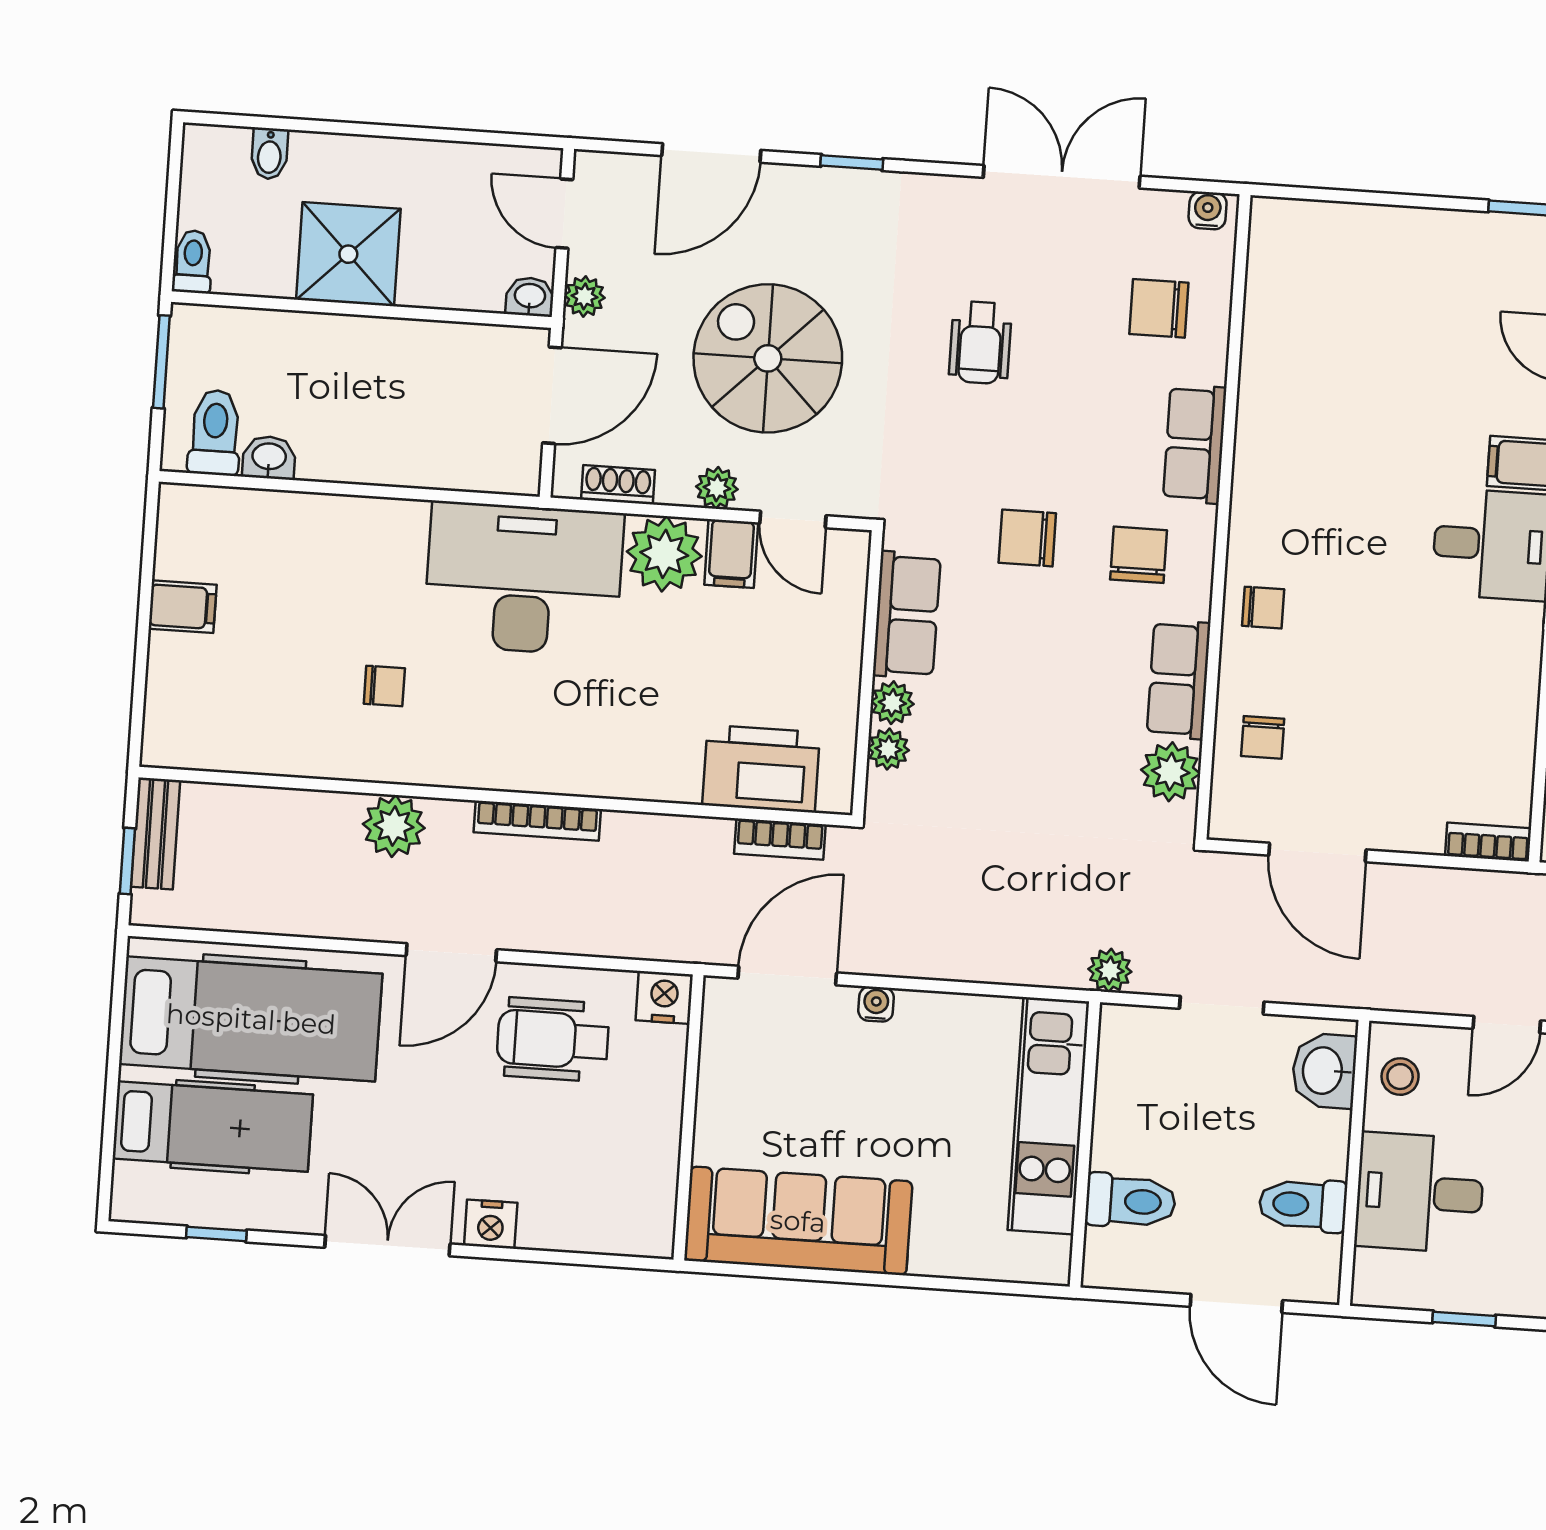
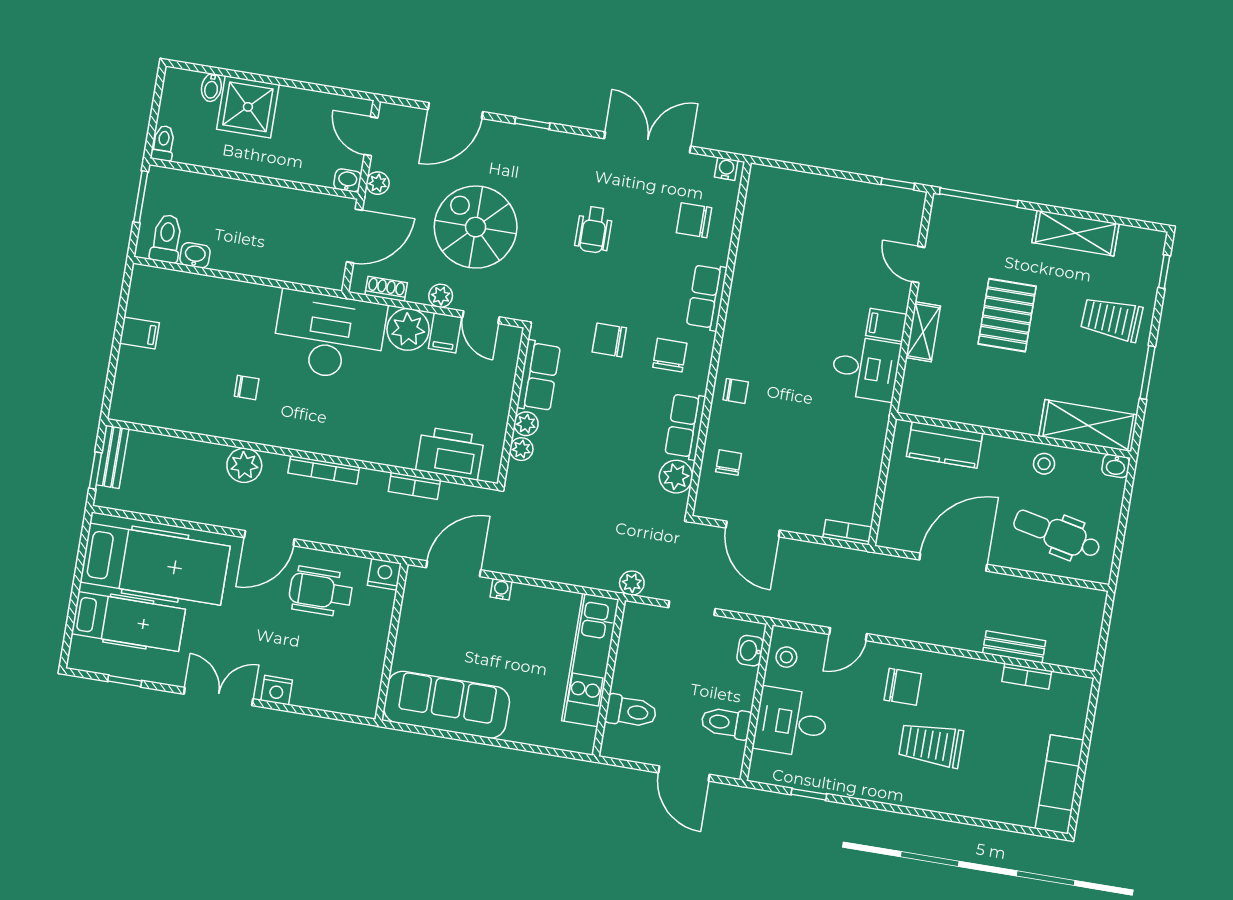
shower: (348, 254) -> (248, 107), moved
chair: (1263, 737) -> (729, 463), turned 180
bookcase: (780, 839) -> (414, 486), moved
washbasin: (1324, 1071) -> (750, 651), width x0.72, depth x0.69

